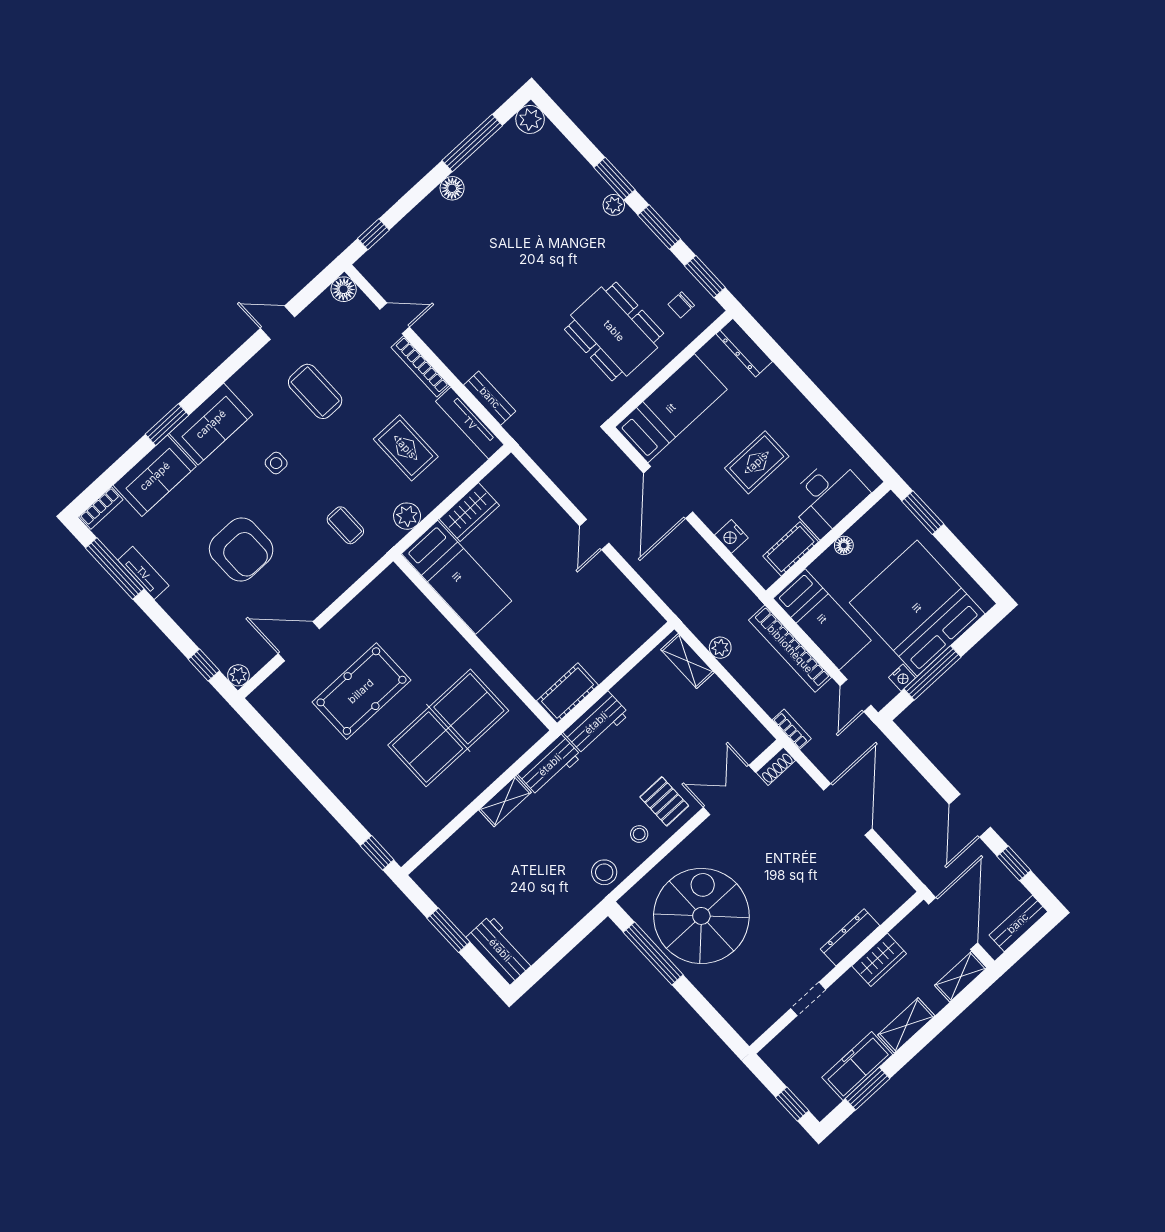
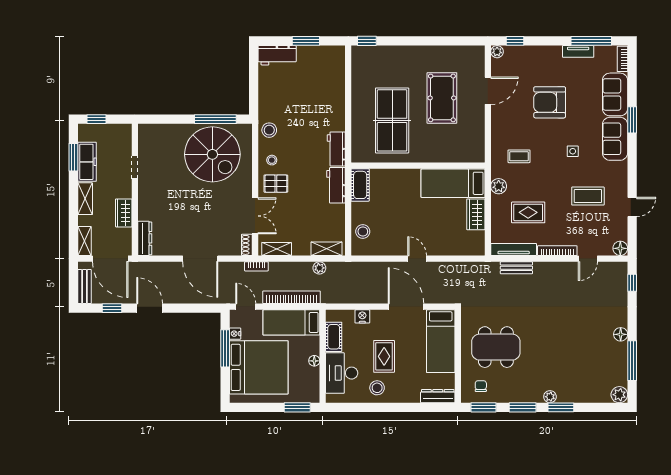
stool: (805, 434) -> (377, 388), added
stool: (623, 635) -> (363, 231), added
shelving: (505, 801) -> (277, 249), moved, turned 90
dresser: (850, 937) -> (145, 238), moved

